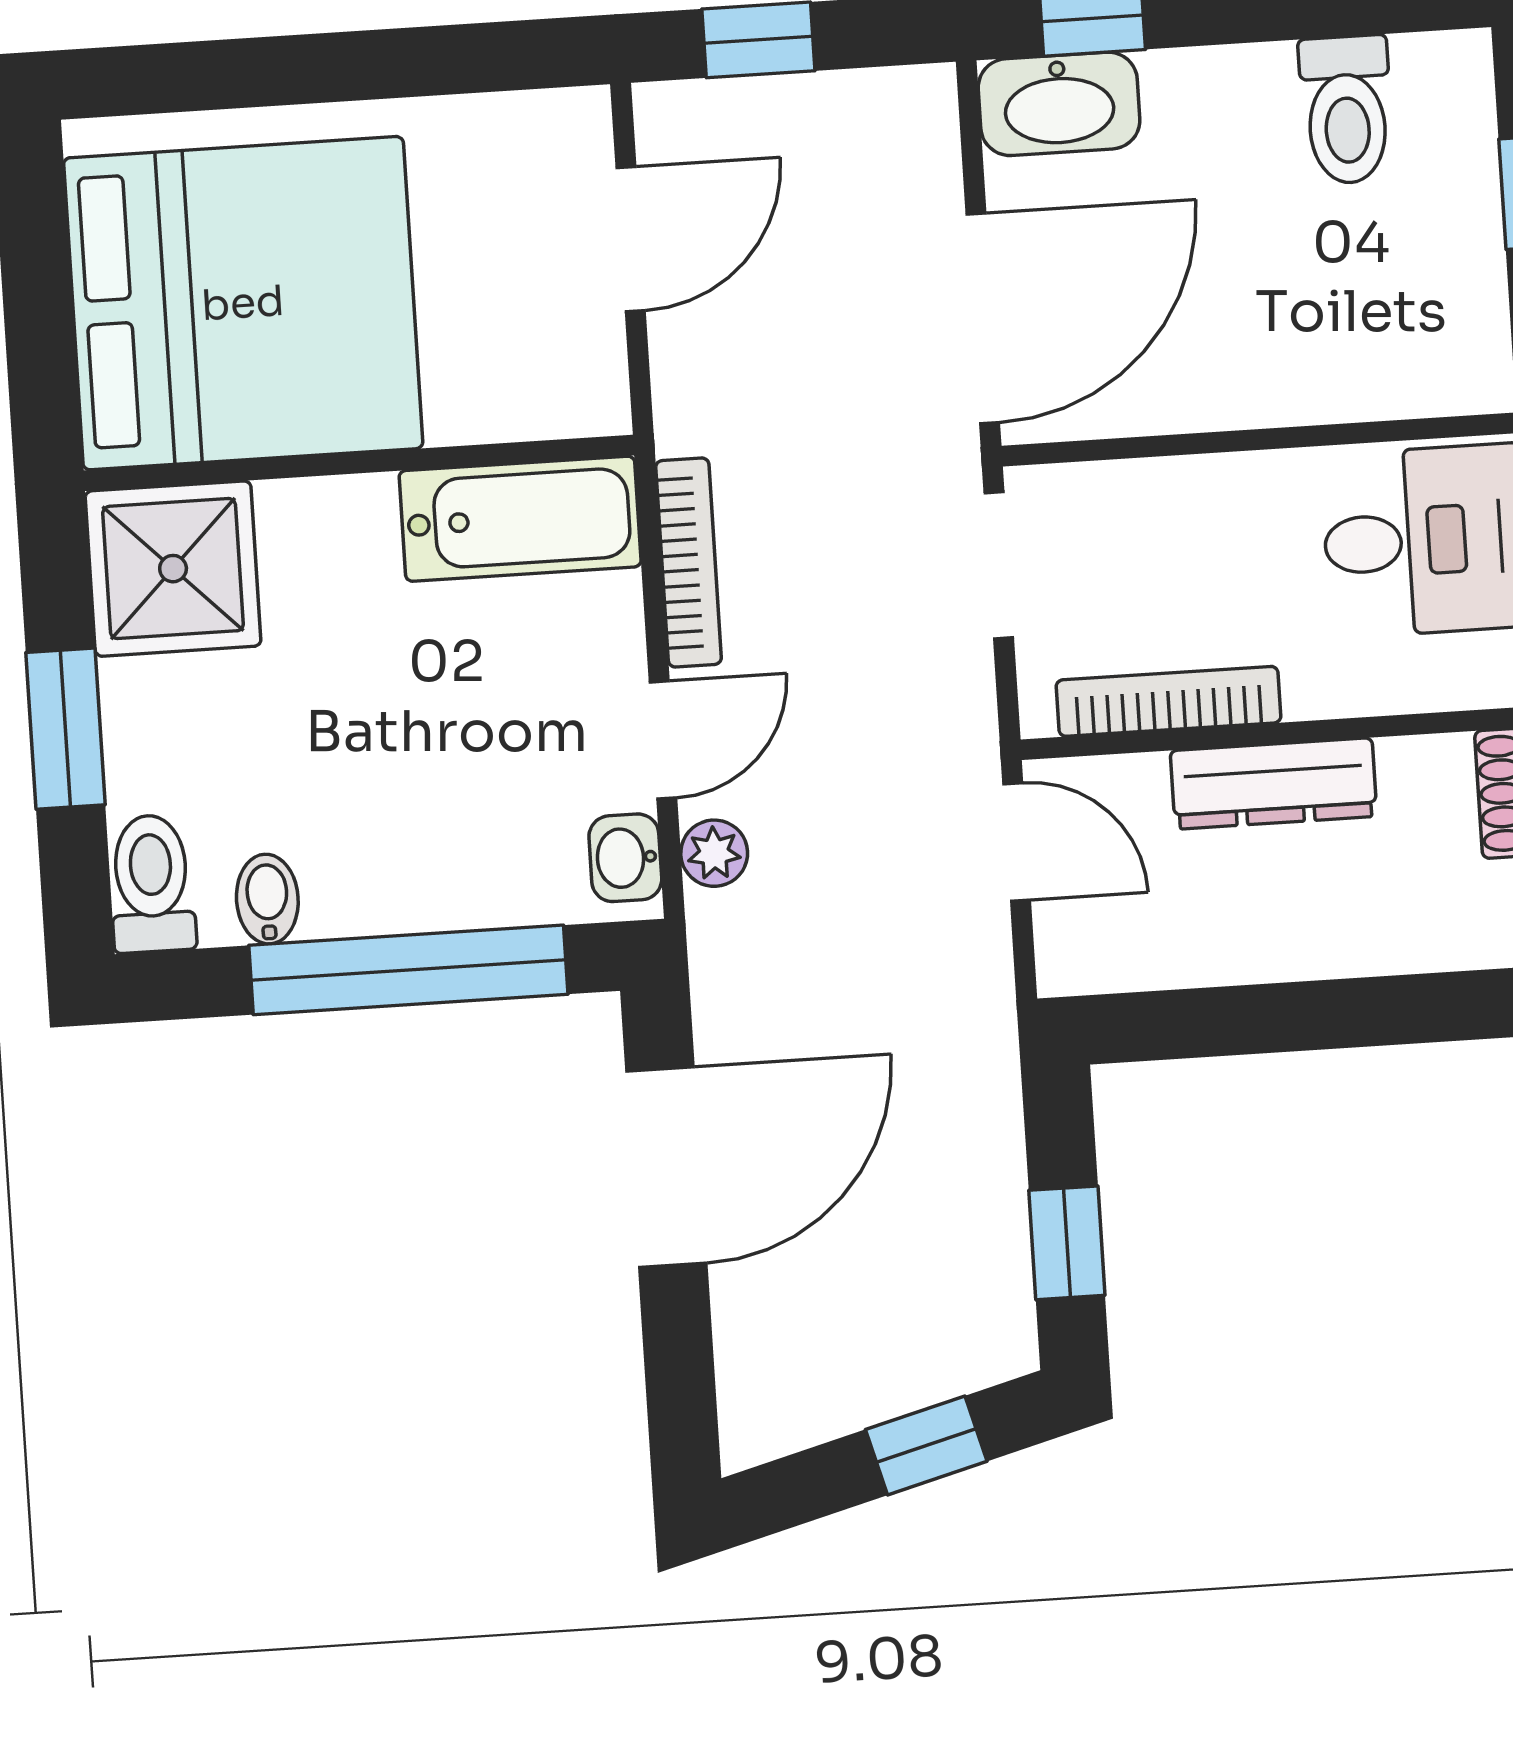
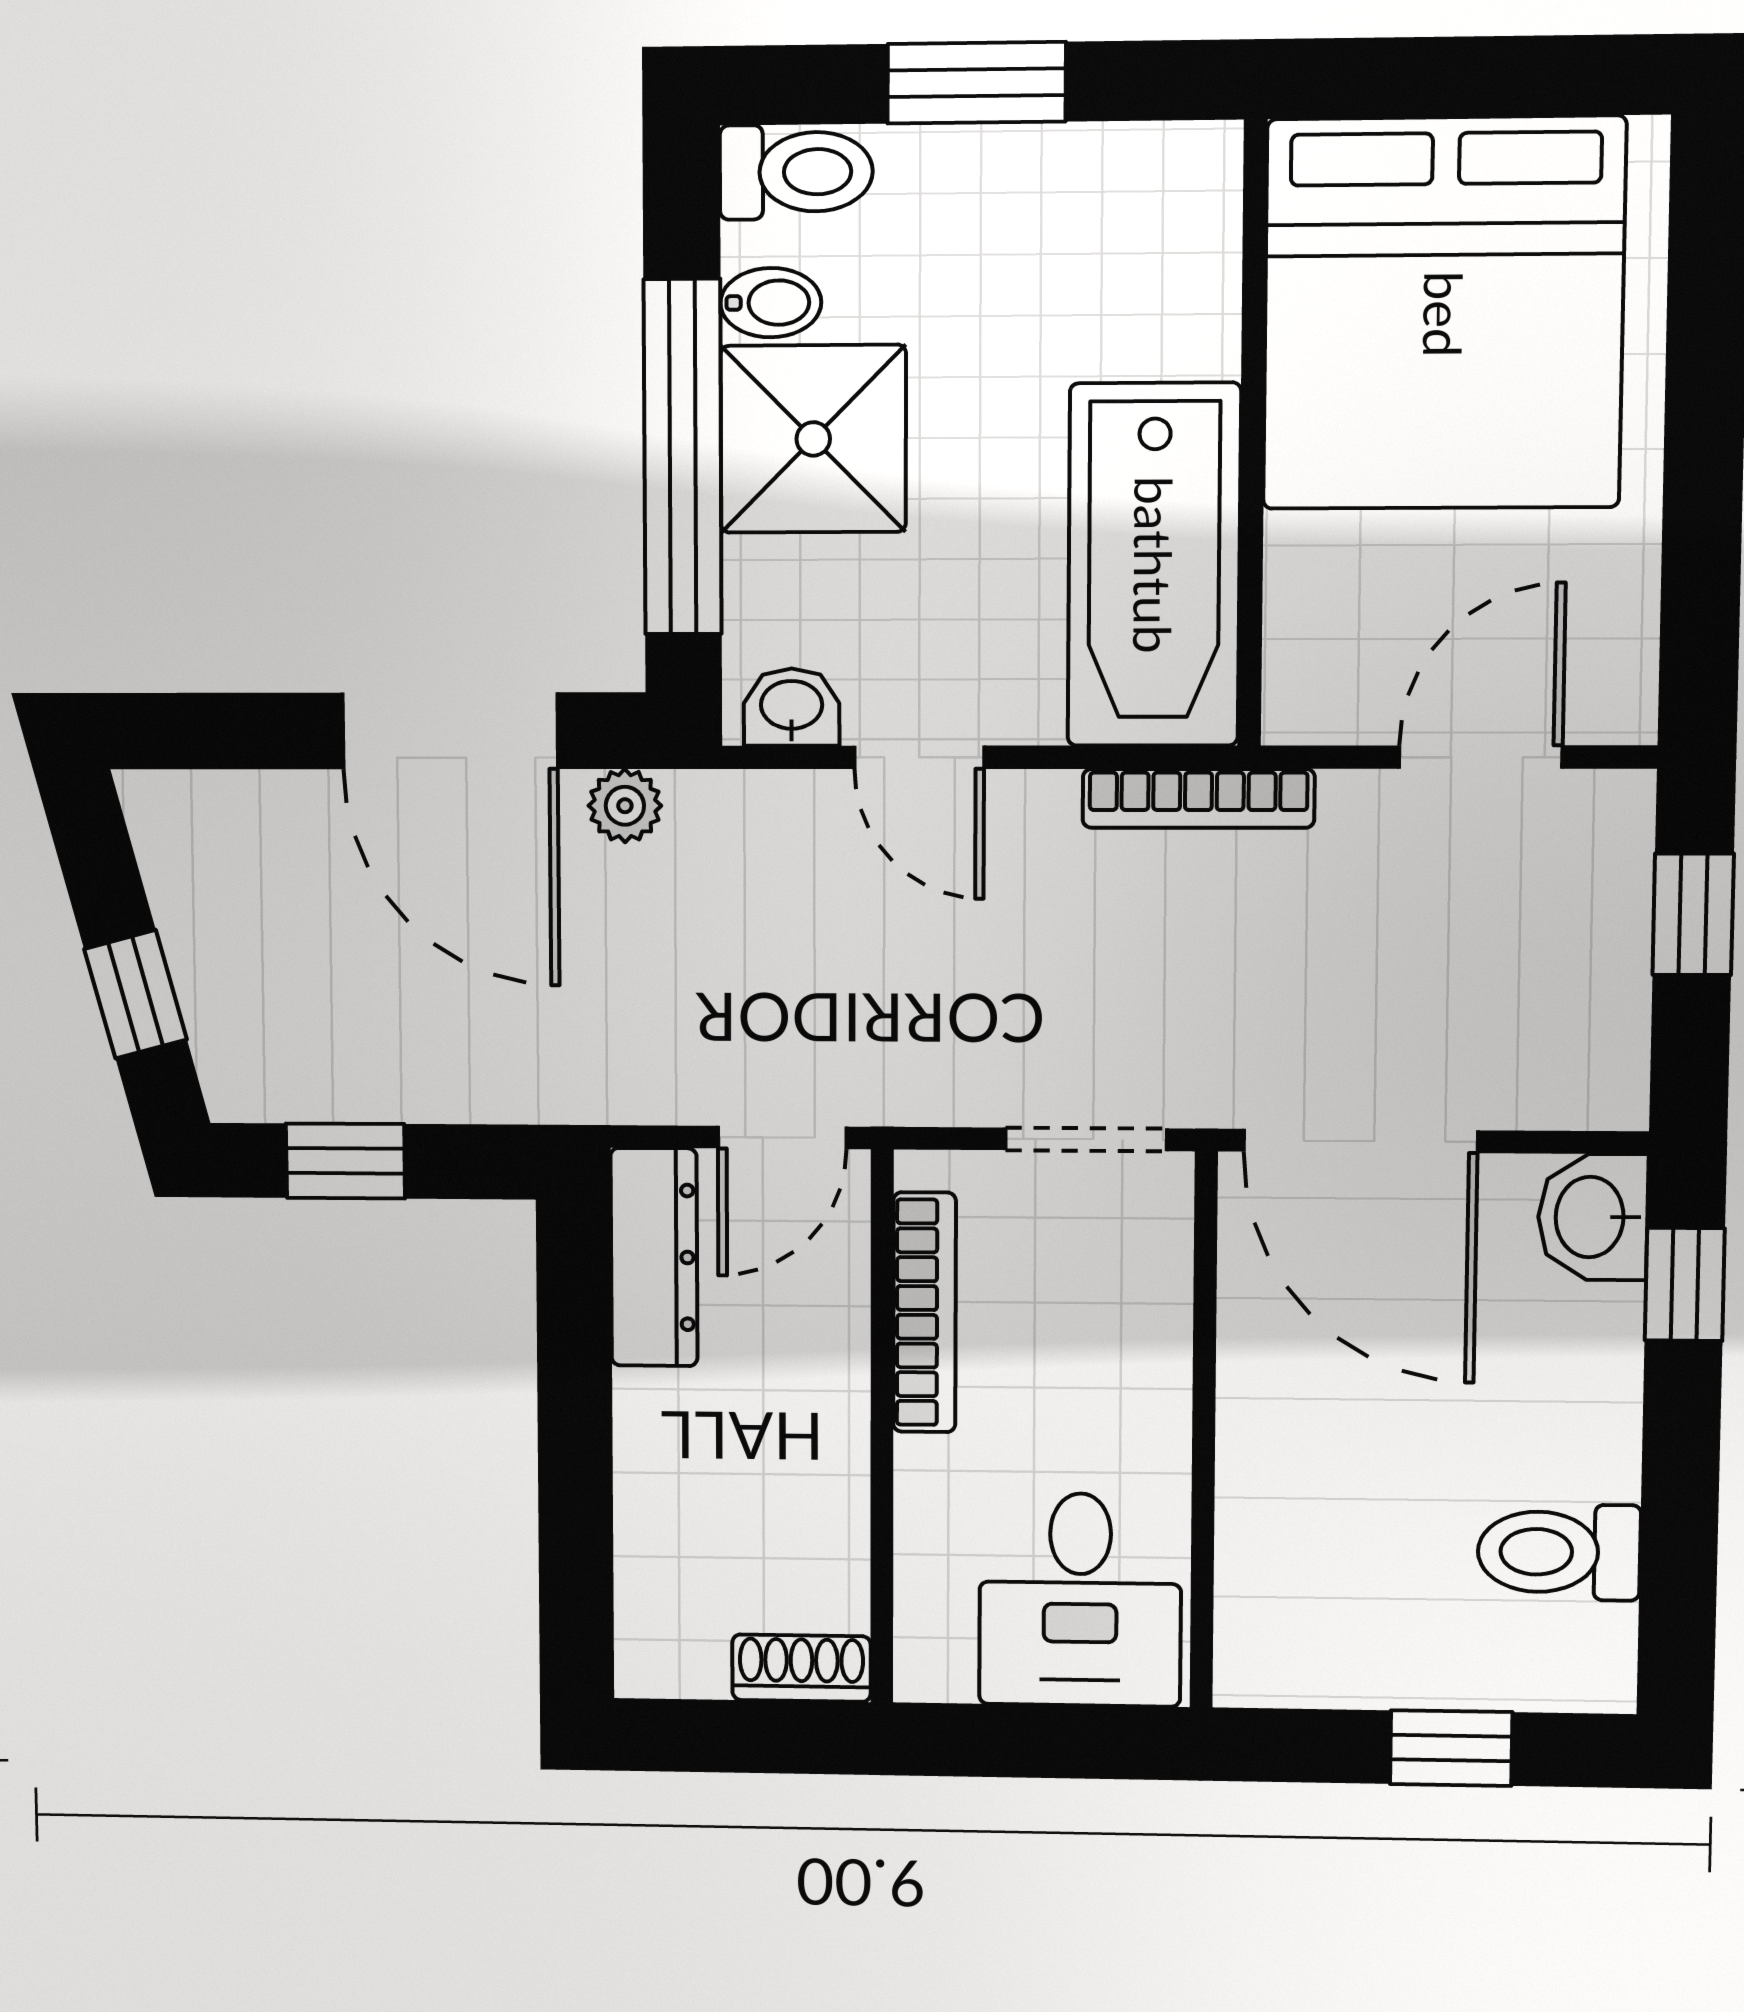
washbasin: (1059, 104) -> (1593, 1217), width x0.72
door: (631, 239) -> (1481, 757), swing flipped
bathtub: (520, 519) -> (1154, 565), width x1.36, depth x1.36
bookcase: (689, 562) -> (1198, 798), moved
shower: (173, 569) -> (813, 439), moved
dresser: (1274, 784) -> (654, 1257), moved, turned 180
plant: (714, 853) -> (625, 806), moved

